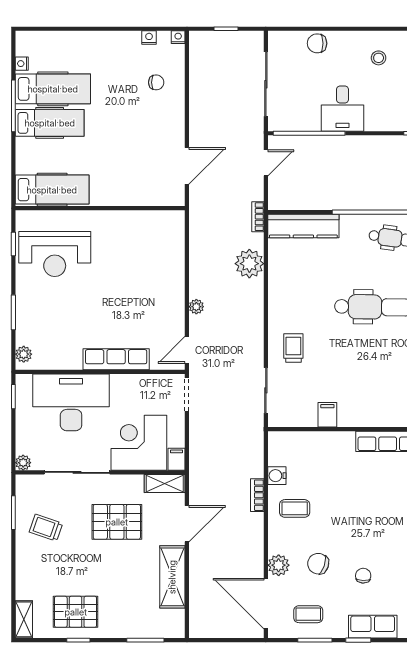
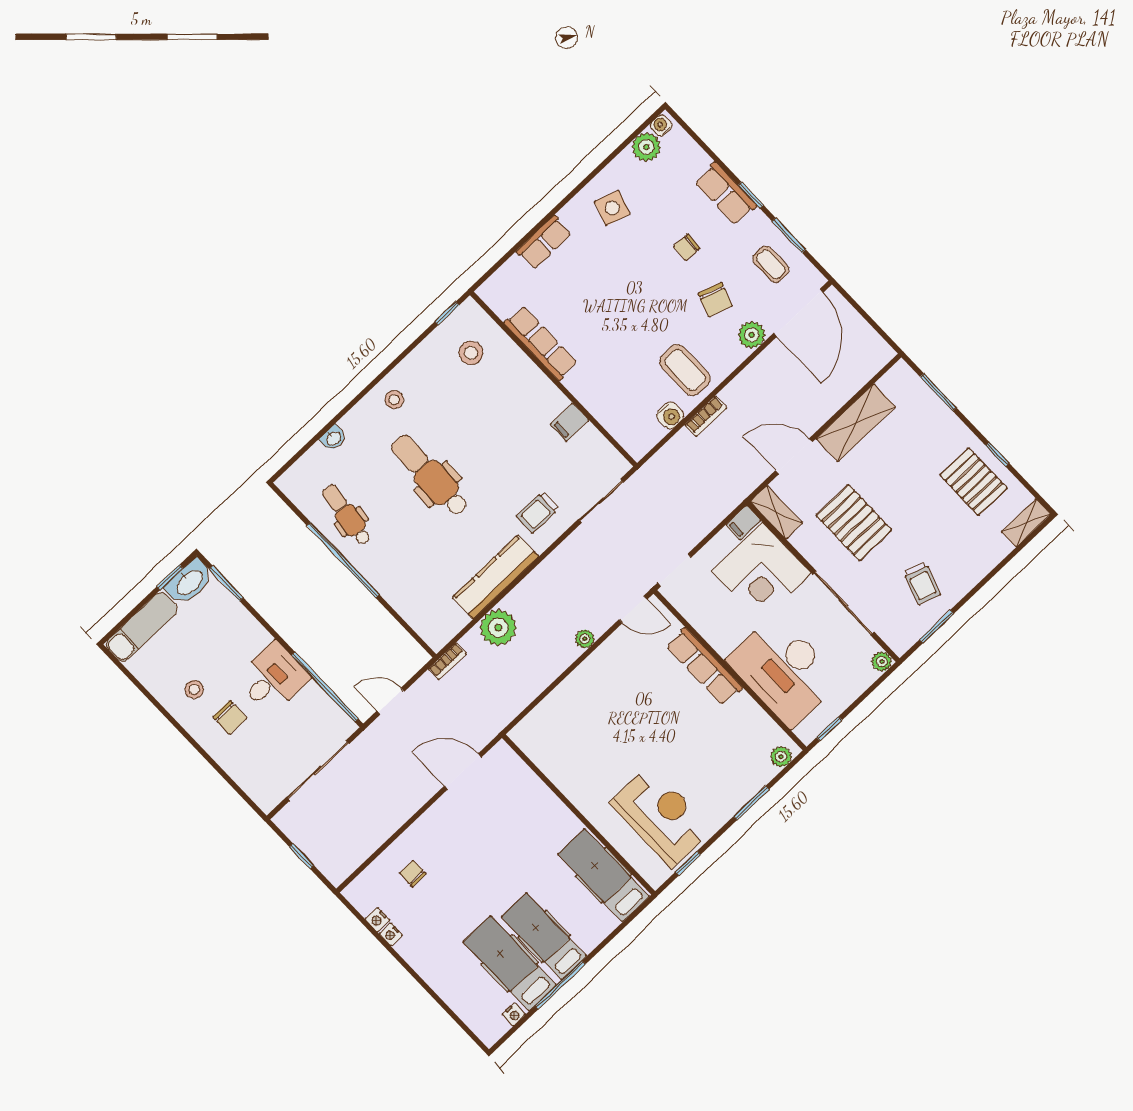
nightstand: (178, 37) -> (391, 934), moved
chair: (317, 43) -> (230, 717), moved
kitchen counter: (303, 226) -> (495, 577), moved, turned -90
coffee table: (295, 508) -> (685, 370), width x1.36, depth x1.30

